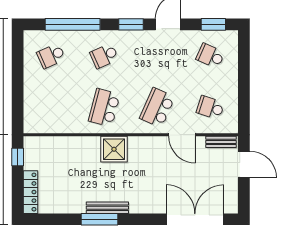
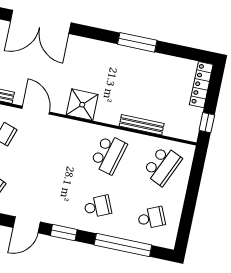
school desk: (157, 108) -> (162, 166), moved
shower: (114, 149) -> (82, 105), moved
bench: (107, 208) -> (142, 125), moved

